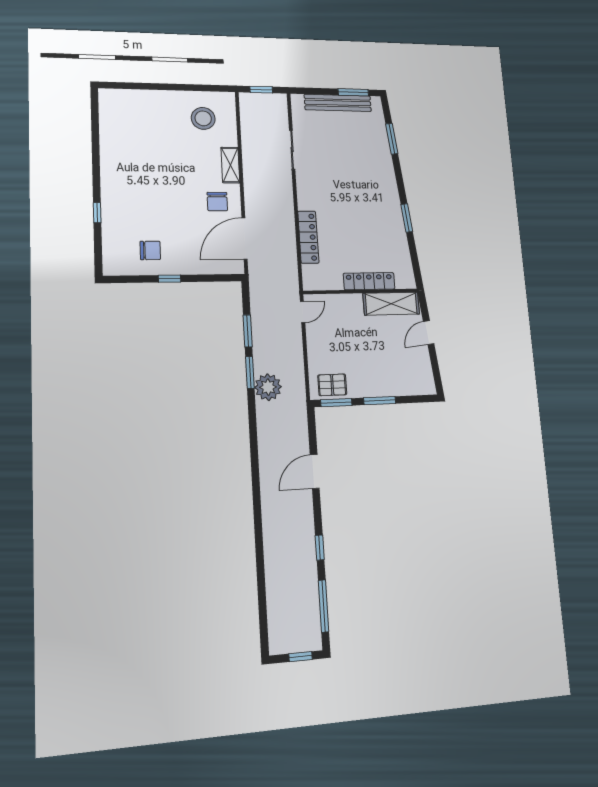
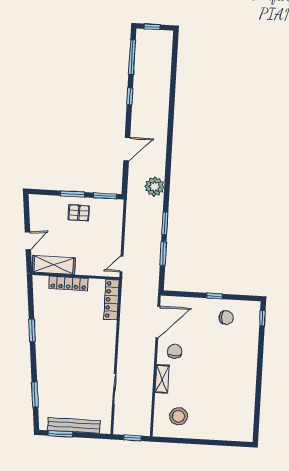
window: (97, 213) -> (262, 318), moved
locker: (308, 237) -> (111, 300), moved
chair: (150, 250) -> (226, 318), turned 180
pallet: (332, 385) -> (79, 213), moved
plant: (268, 387) -> (155, 187), moved

